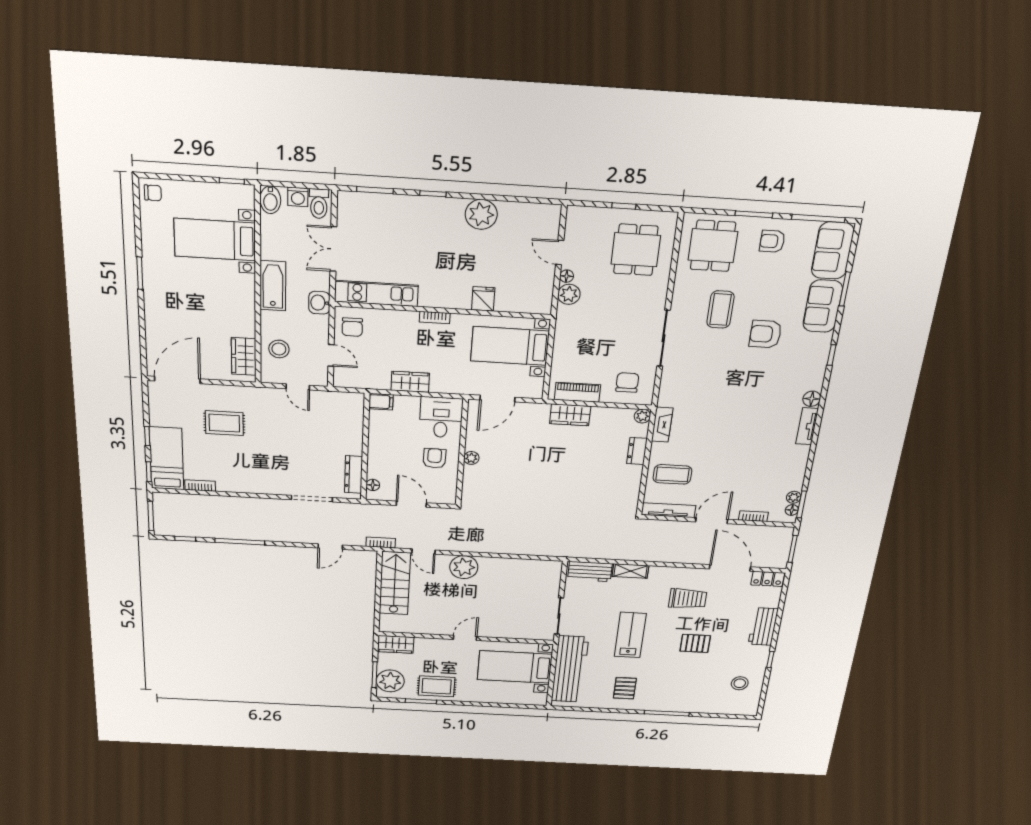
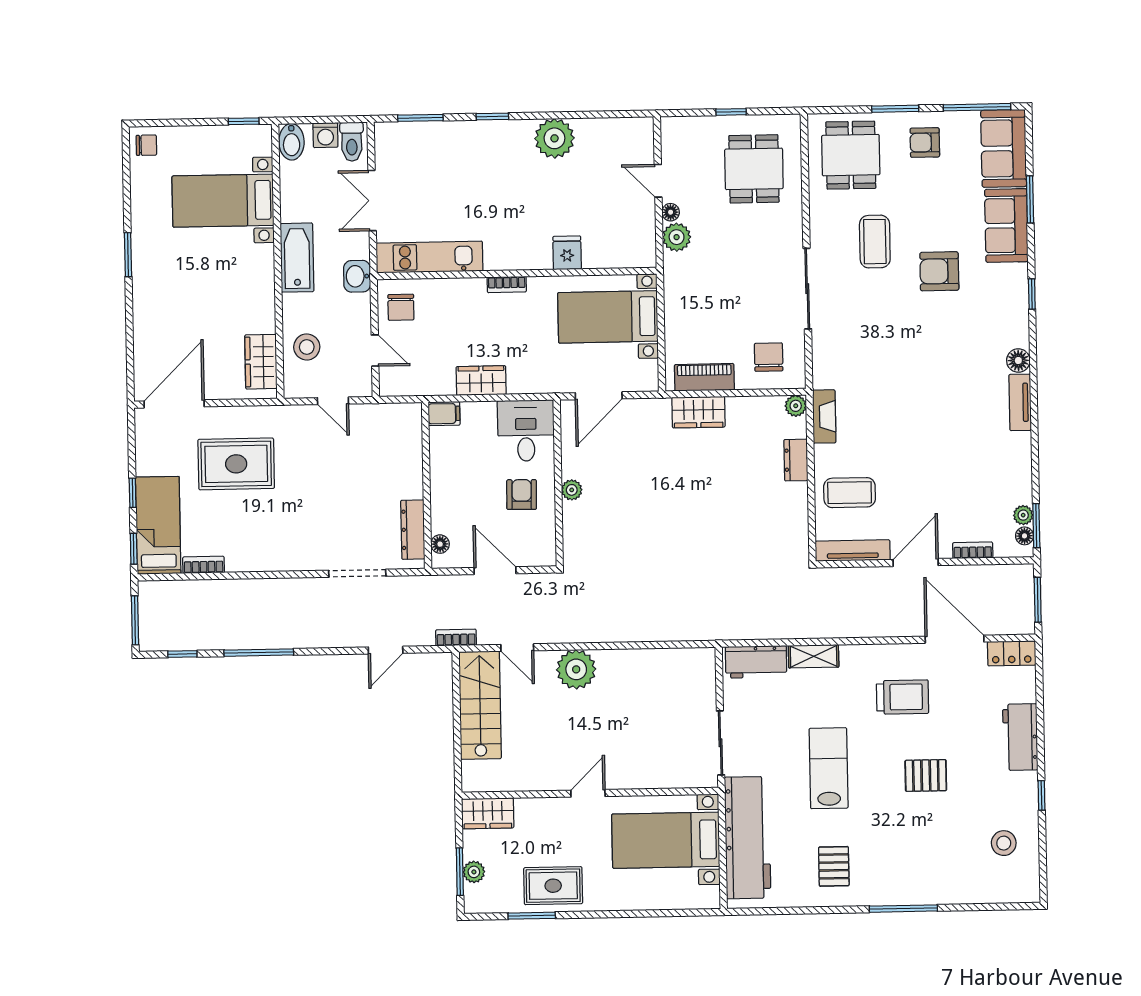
rug: (224, 423) -> (236, 464), width x1.36, depth x1.43
plant: (390, 681) -> (474, 872), width x0.53, depth x0.53

